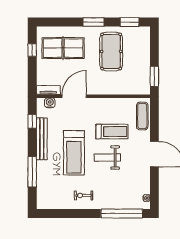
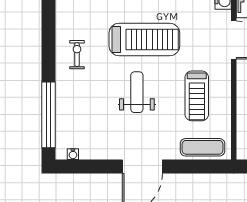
treadmill: (112, 132) -> (197, 96), moved
treadmill: (74, 153) -> (144, 39), turned 180

